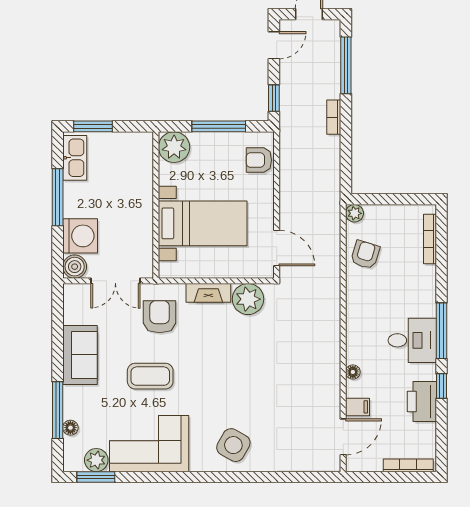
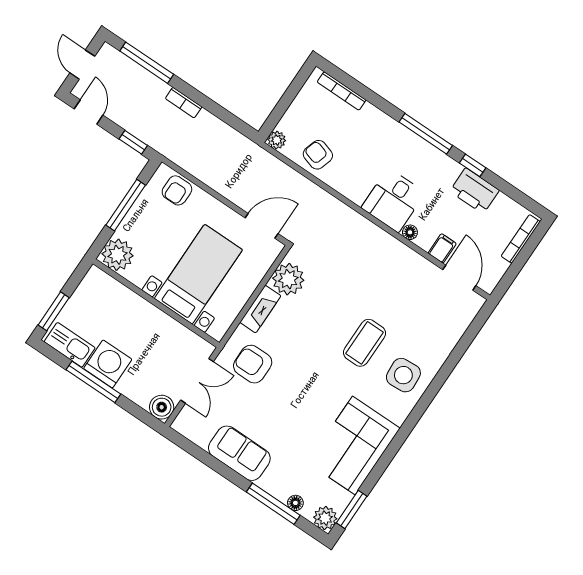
washing machine: (80, 236) -> (108, 364), moved
desk: (412, 340) -> (393, 200), moved, turned 180
coffee table: (150, 376) -> (364, 343), moved
side table: (233, 445) -> (403, 375), turned -33
plant: (96, 460) -> (325, 518), moved

